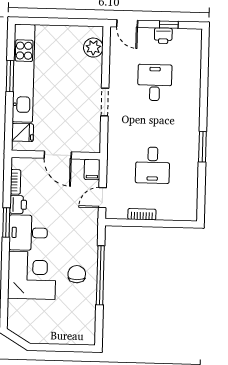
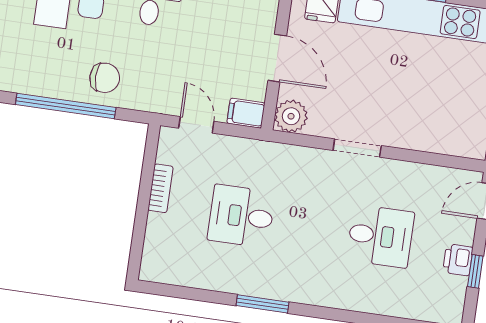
plant: (93, 48) -> (291, 116), moved
door: (58, 155) -> (277, 58), swing flipped
chair: (77, 274) -> (105, 78), moved

